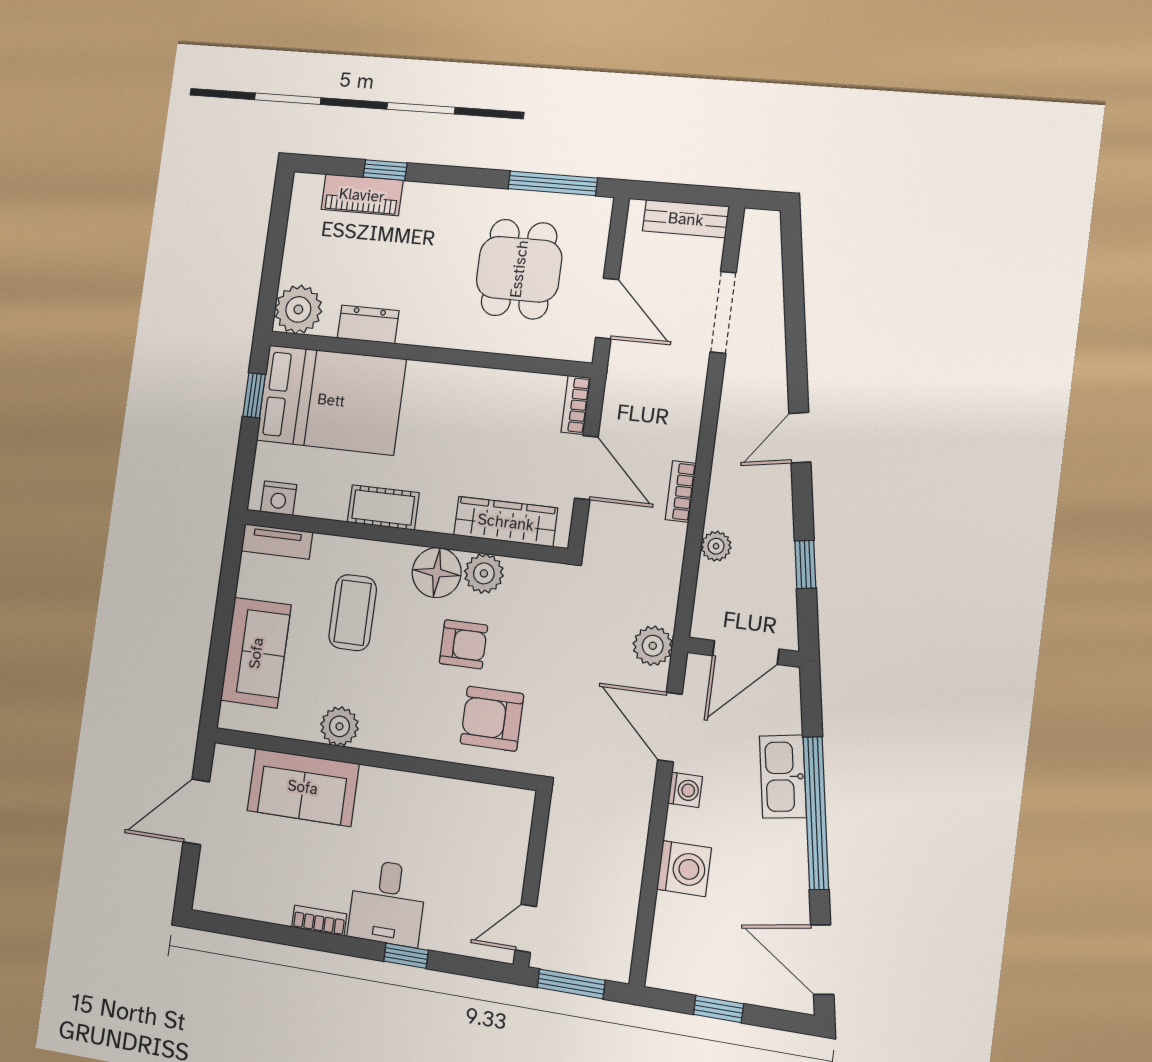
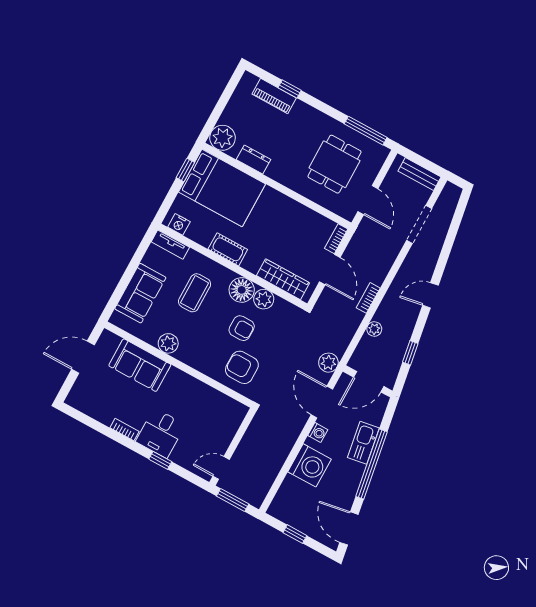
washing machine: (684, 869) -> (310, 465), width x1.37, depth x1.37

